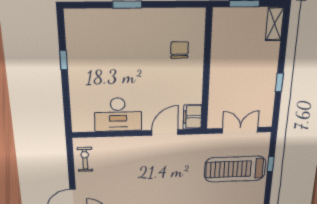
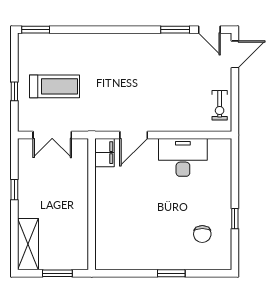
shelving: (275, 24) -> (28, 244), width x1.50, depth x1.33
chair: (179, 50) -> (202, 234), moved
treadmill: (235, 169) -> (55, 86), width x0.73, depth x0.73

